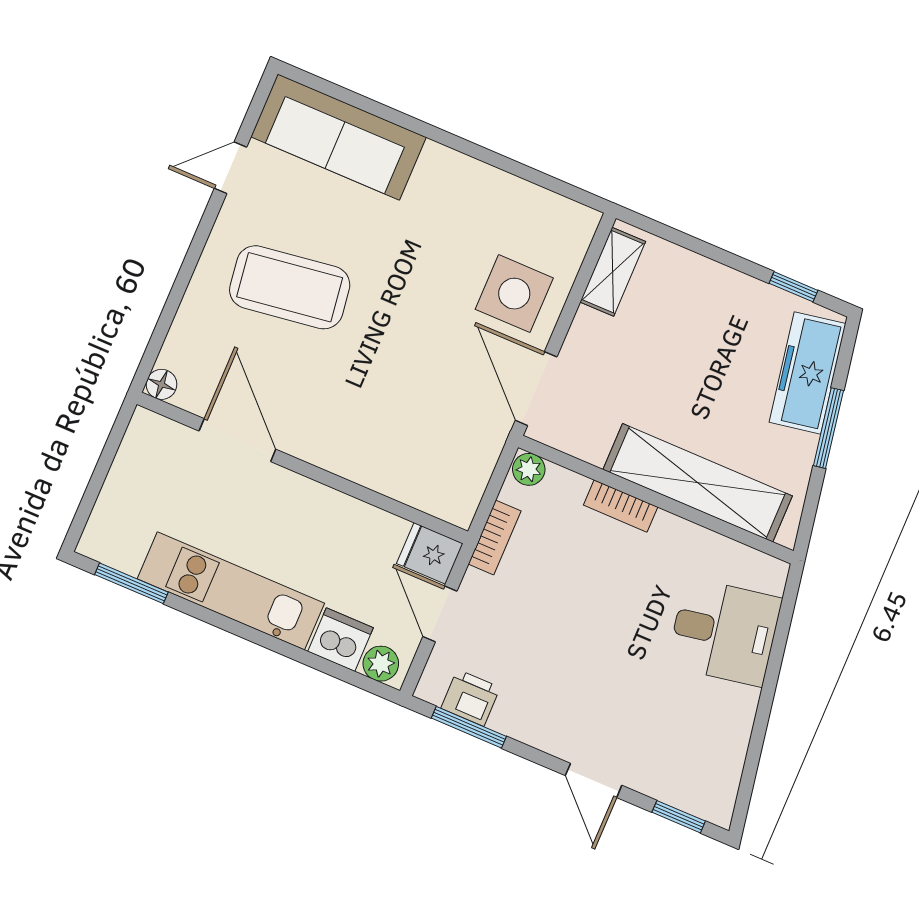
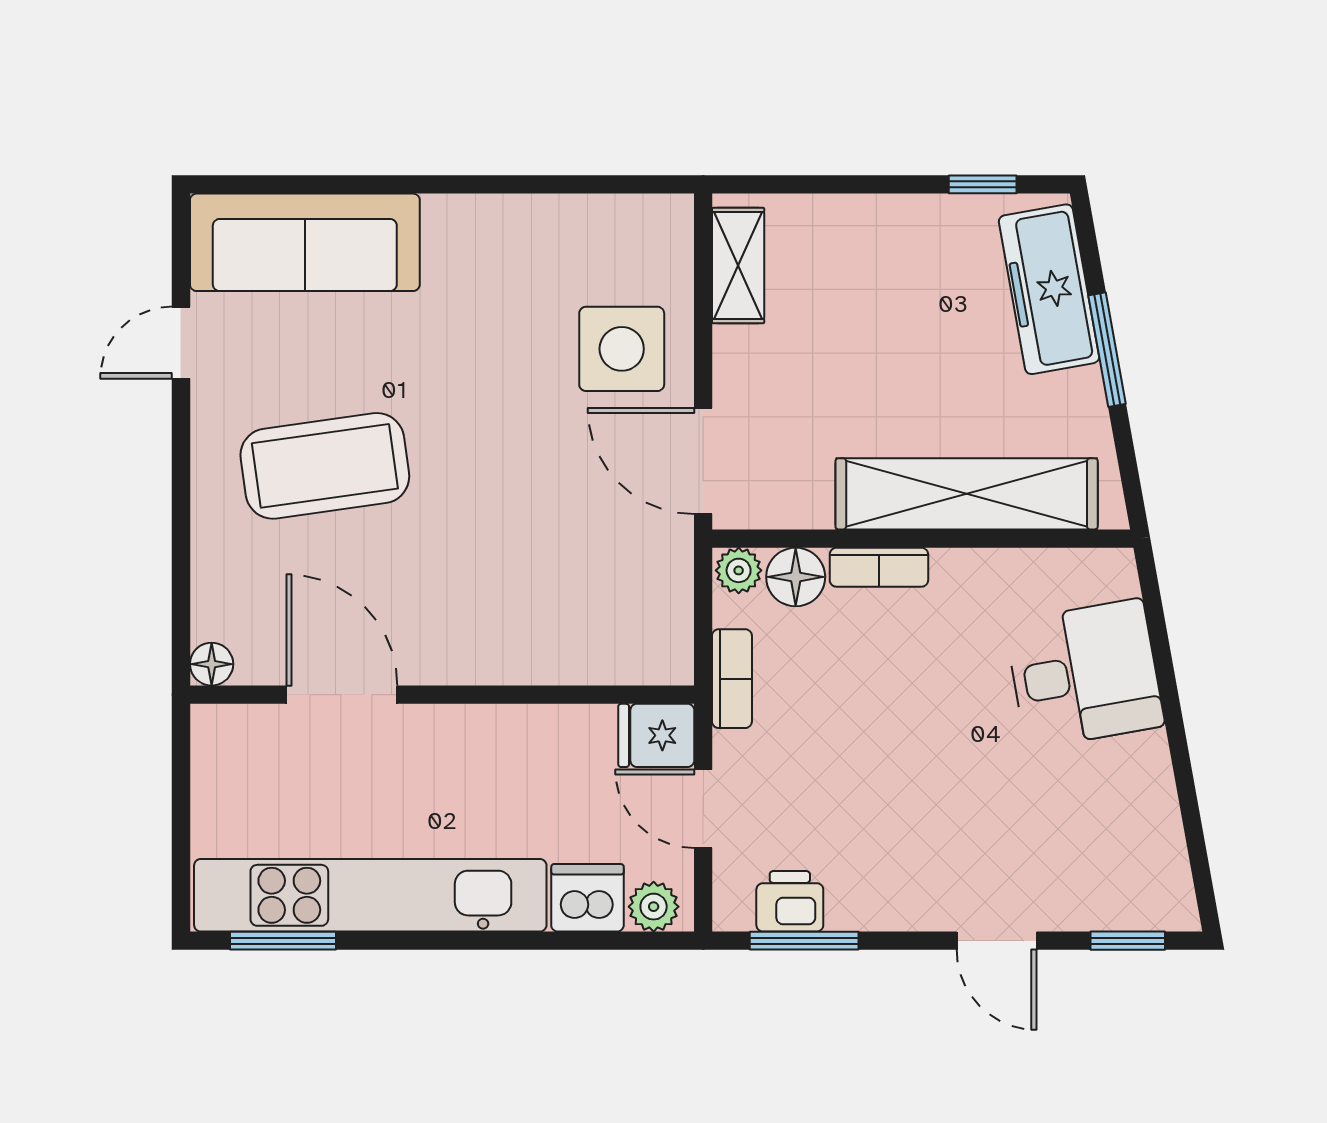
floor lamp: (564, 489) -> (796, 577), added
kitchen unit: (231, 591) -> (370, 895), width x1.36

